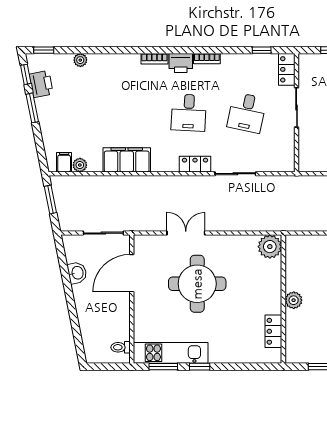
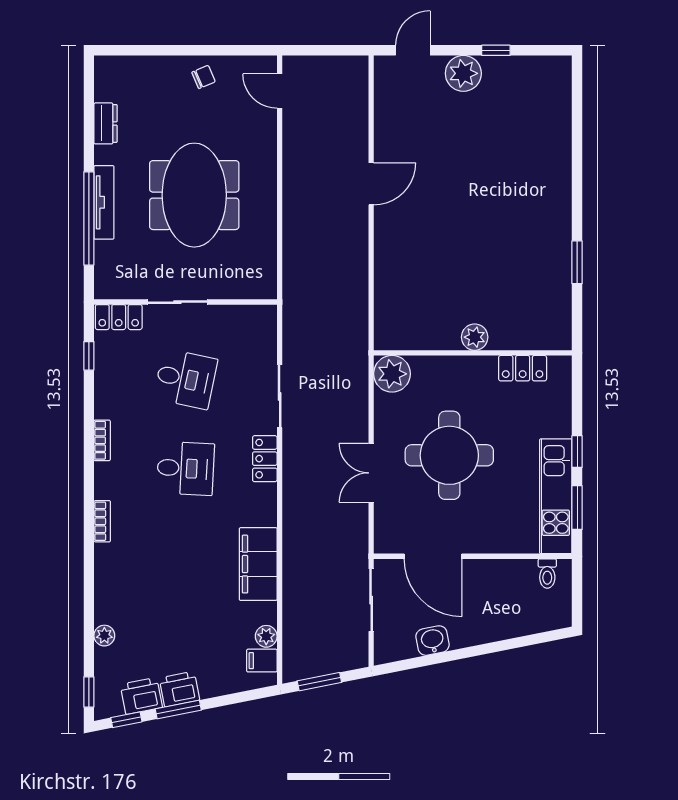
printer: (181, 63) -> (179, 689), moved, turned -101
plant: (270, 247) -> (392, 374), moved
wall: (283, 299) -> (473, 353), moved
plant: (294, 300) -> (475, 337), moved
locker: (273, 331) -> (523, 368), moved

